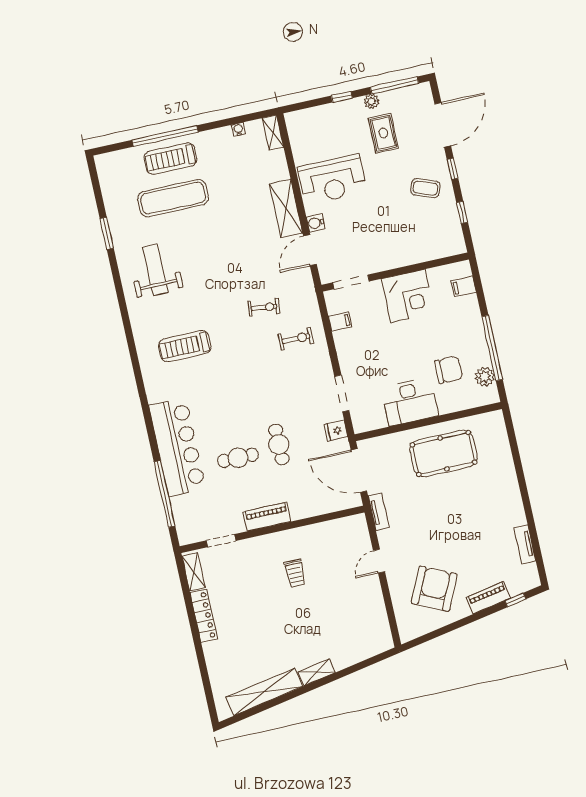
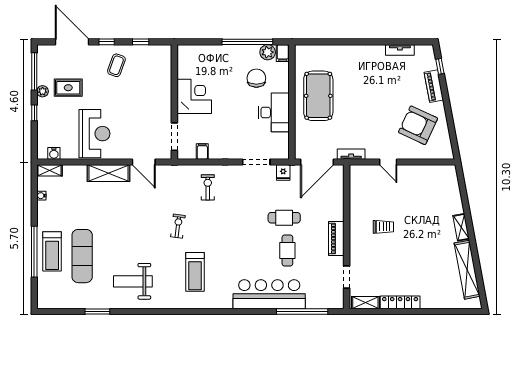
water cooler: (316, 223) -> (54, 153), moved
filing cabinet: (464, 286) -> (283, 53), moved
exercise bike: (264, 307) -> (178, 226), moved

